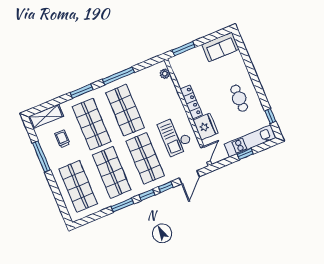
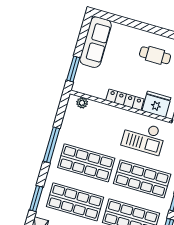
sofa: (220, 47) -> (95, 42), width x1.36
window: (82, 91) -> (36, 199), moved

